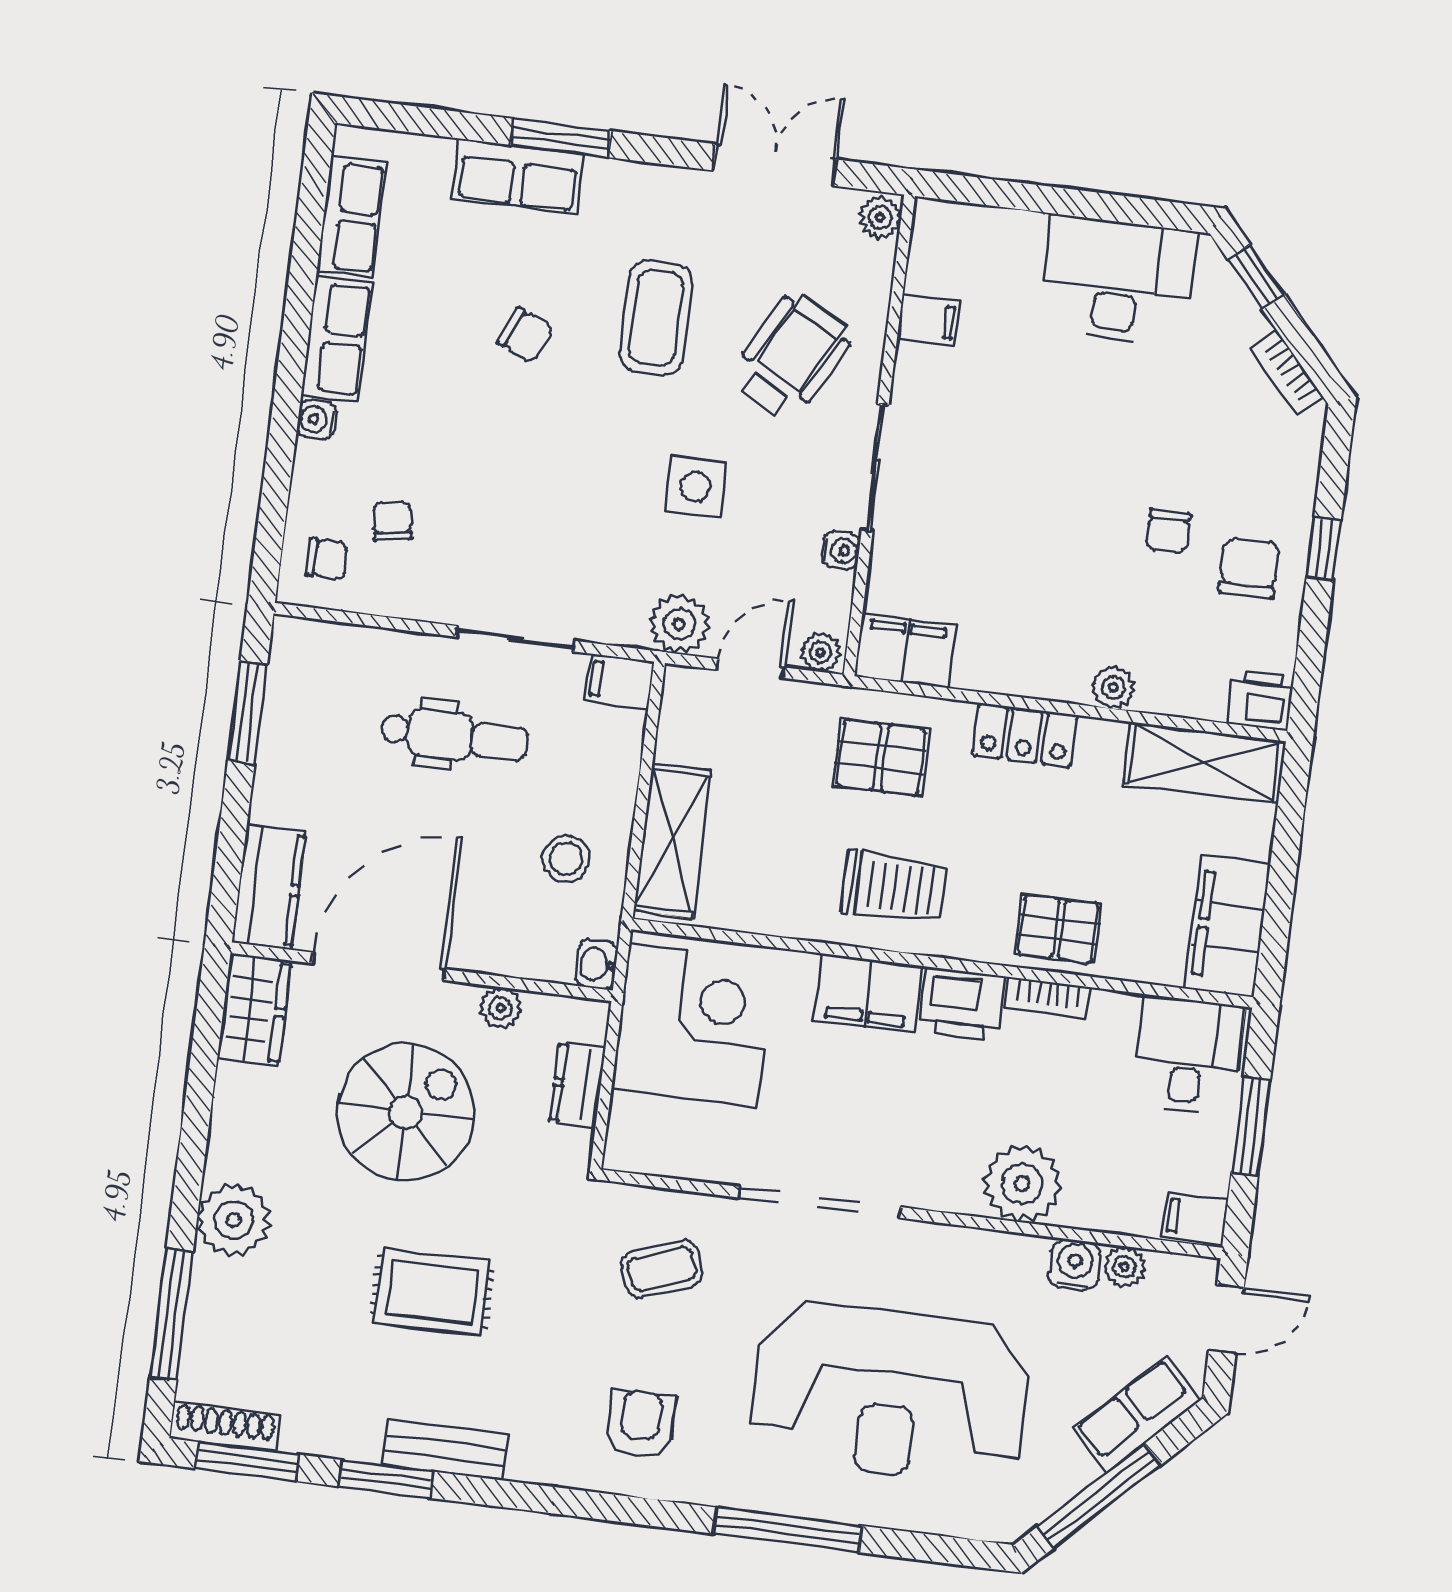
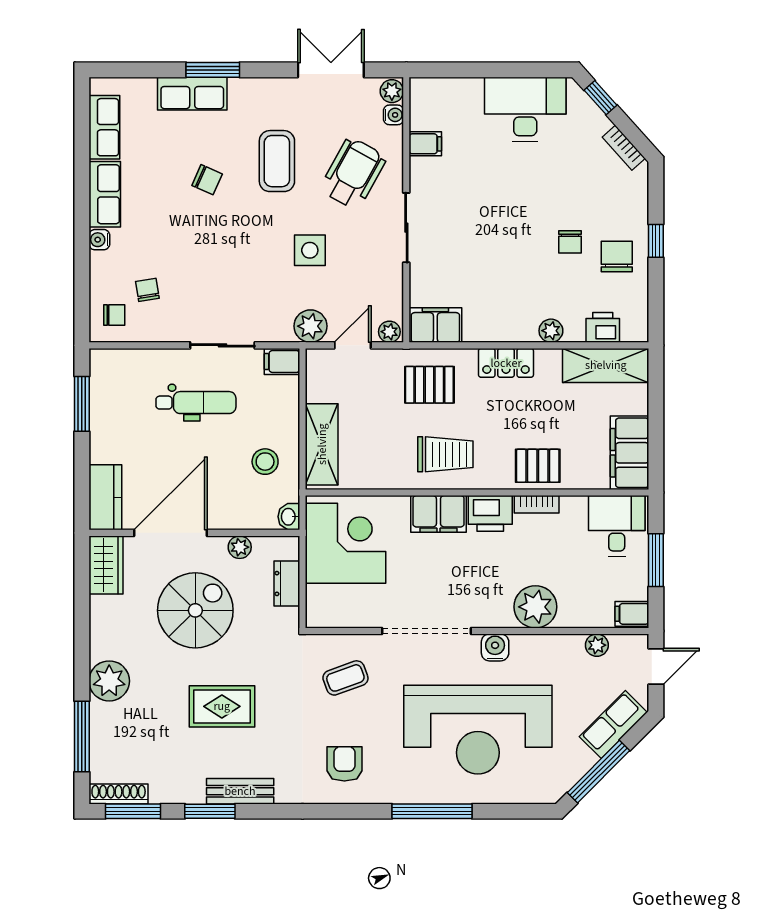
water cooler: (841, 550) -> (394, 115), moved
printer: (1261, 700) -> (603, 327), moved
water cooler: (1075, 1265) -> (495, 647), moved

